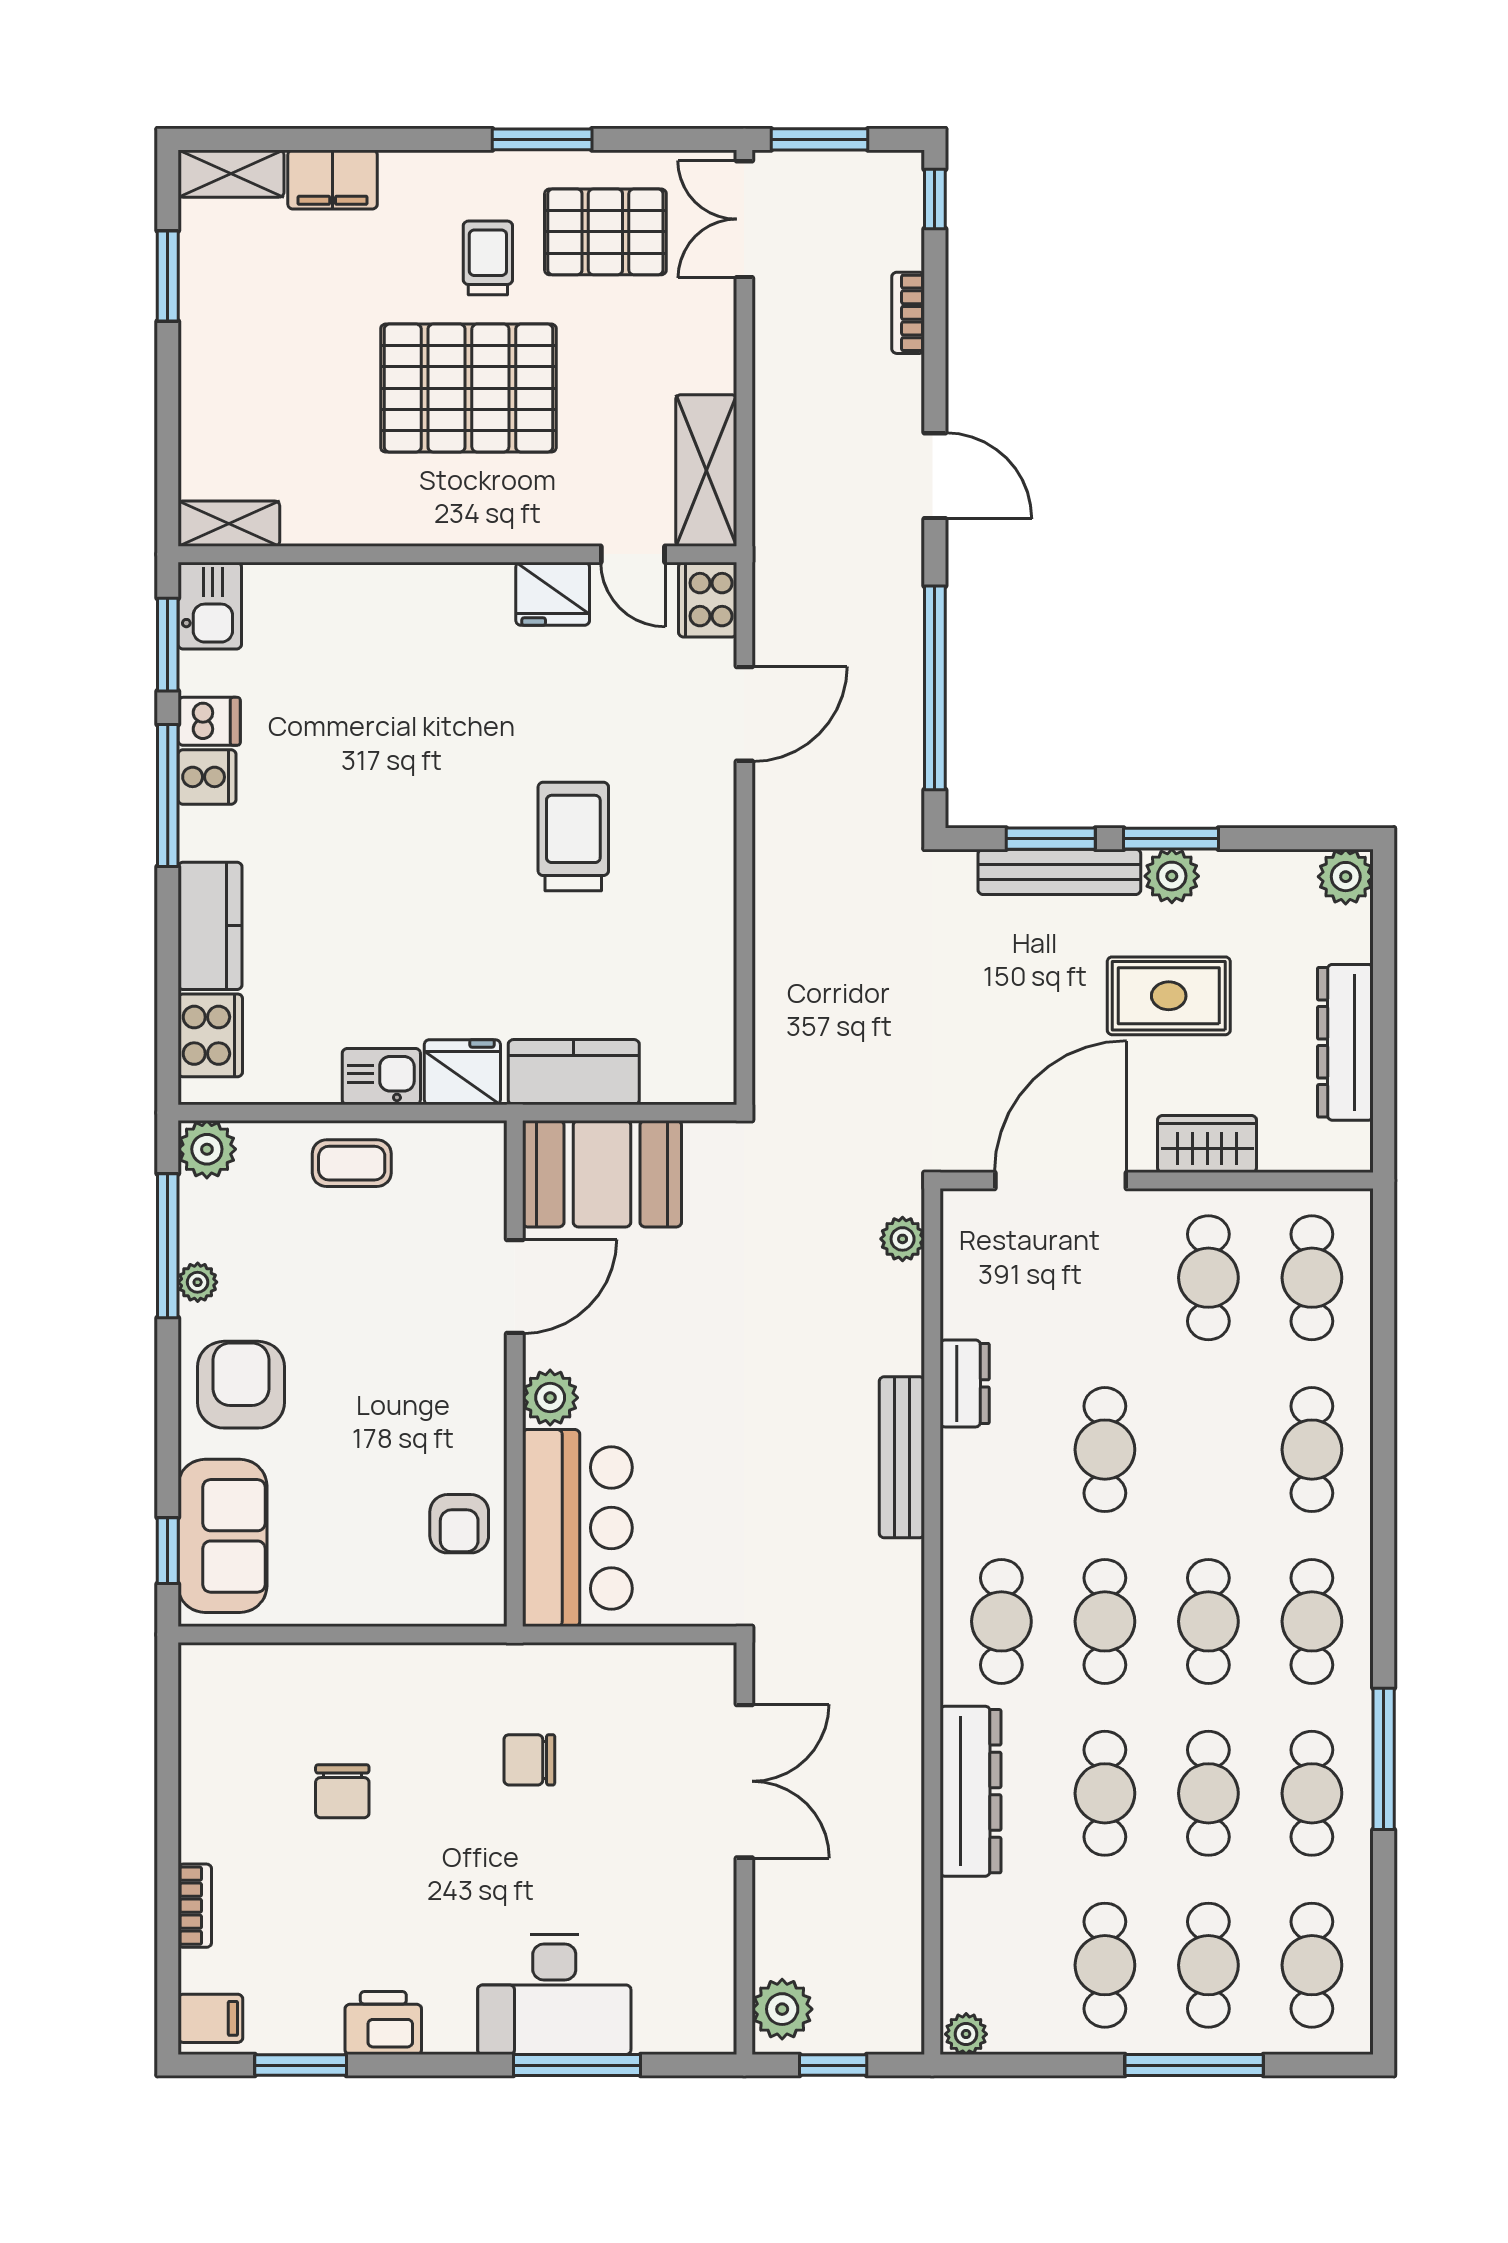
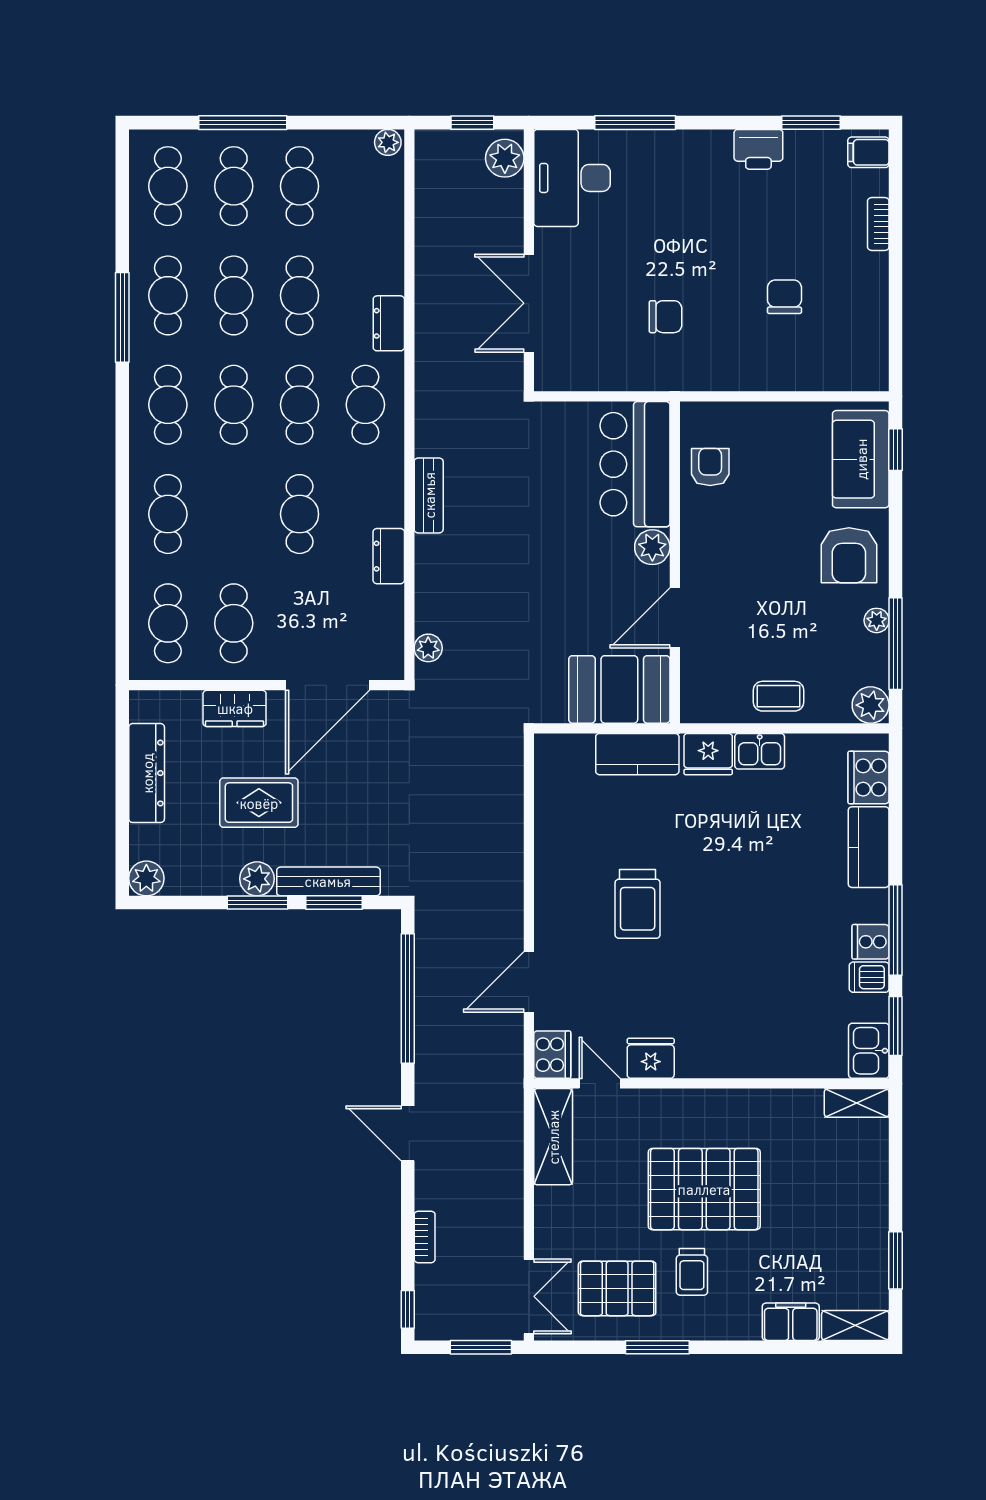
bench: (902, 1457) -> (429, 495), width x0.73
dresser: (970, 1791) -> (389, 323), width x0.51, depth x0.80
desk: (554, 1994) -> (572, 178), moved, turned -90

